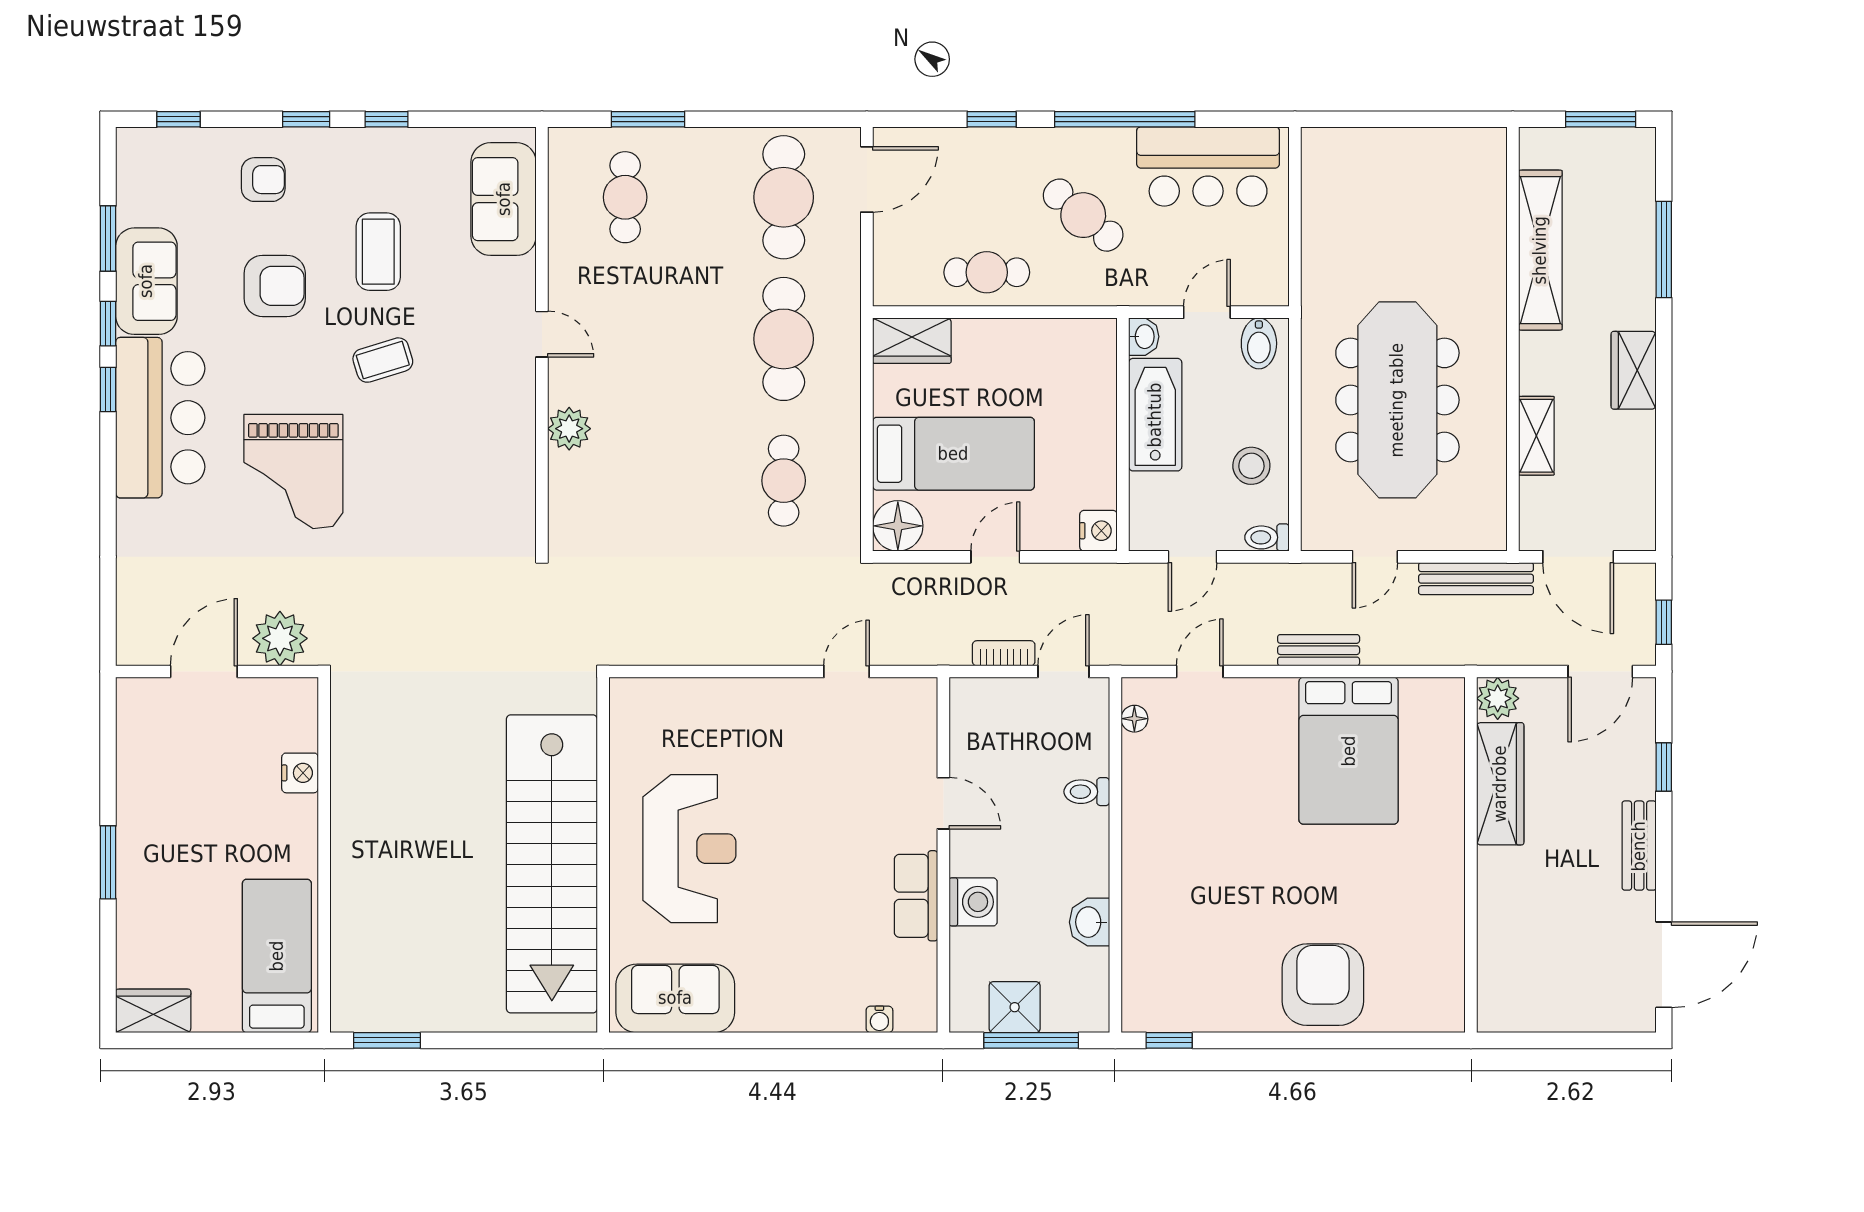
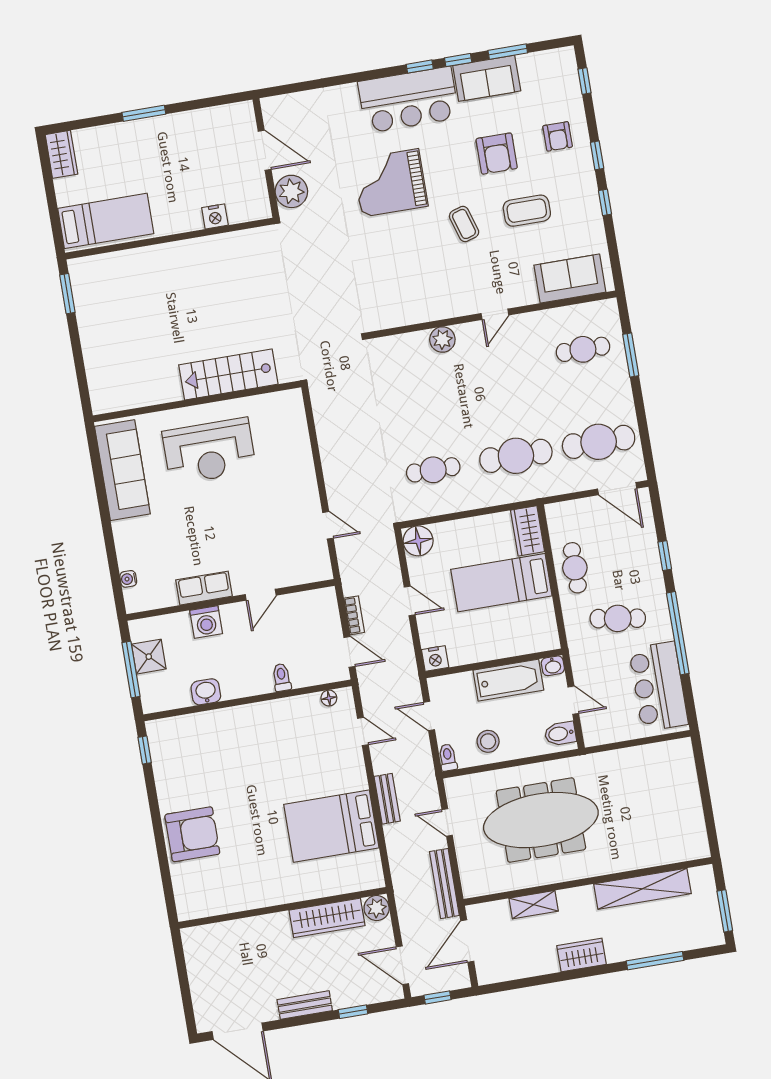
cafe table: (1083, 215) -> (618, 618), turned 59
bed: (953, 454) -> (501, 583), moved, turned 90
stairs: (552, 864) -> (228, 374), width x0.54, depth x0.66
sofa: (675, 998) -> (122, 470), width x1.36

